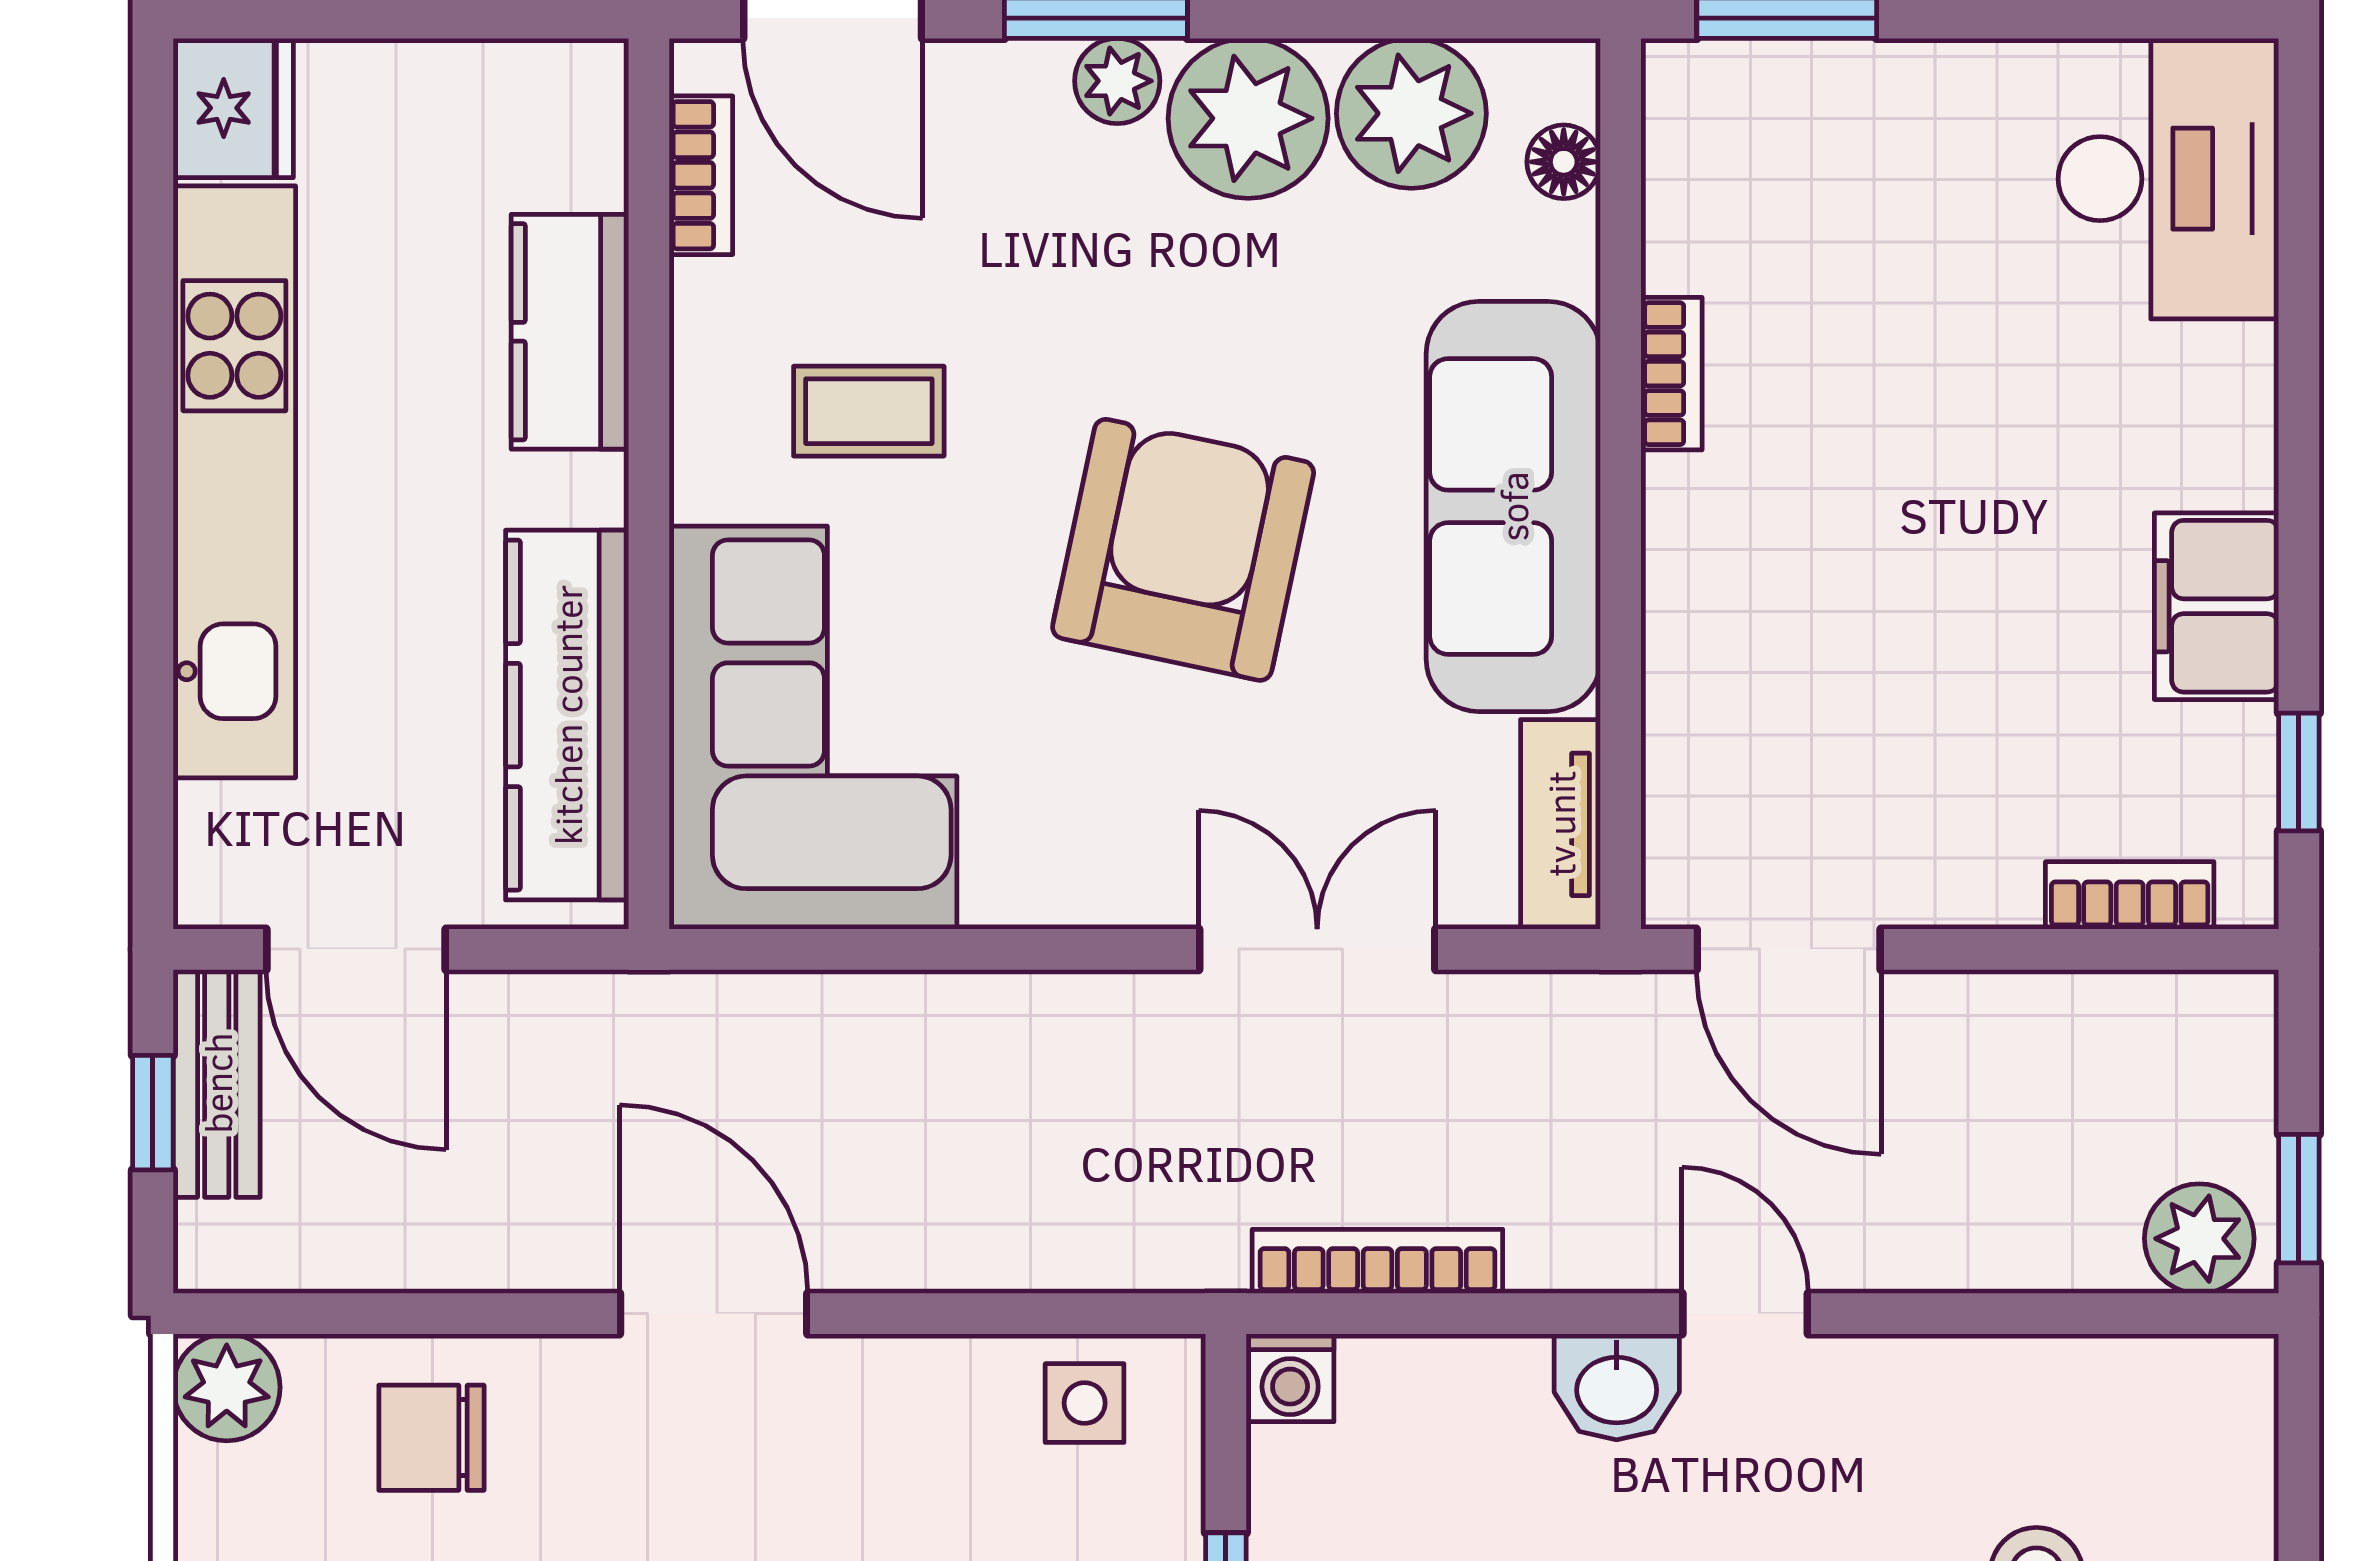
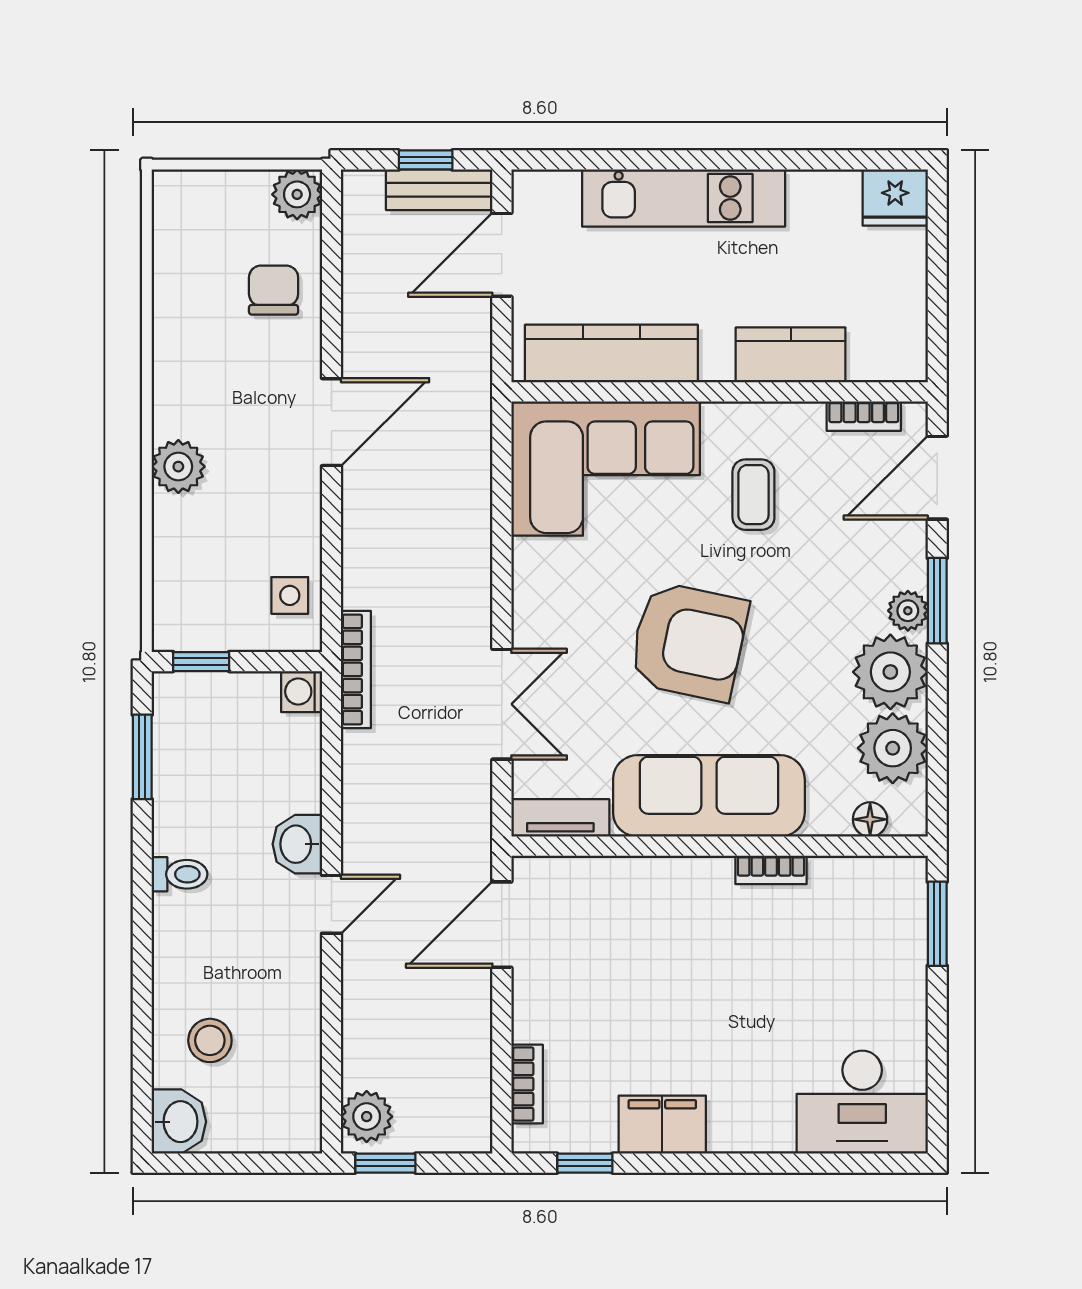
kitchen unit: (234, 482) -> (684, 198), width x0.73
bookcase: (1377, 1261) -> (356, 669), moved

